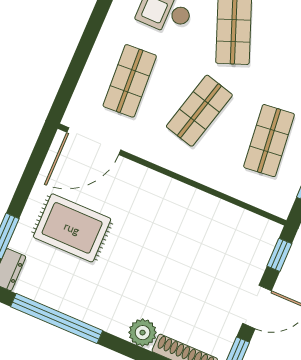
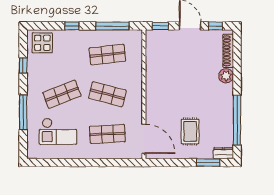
rug: (72, 228) -> (190, 131), width x0.73, depth x0.70

